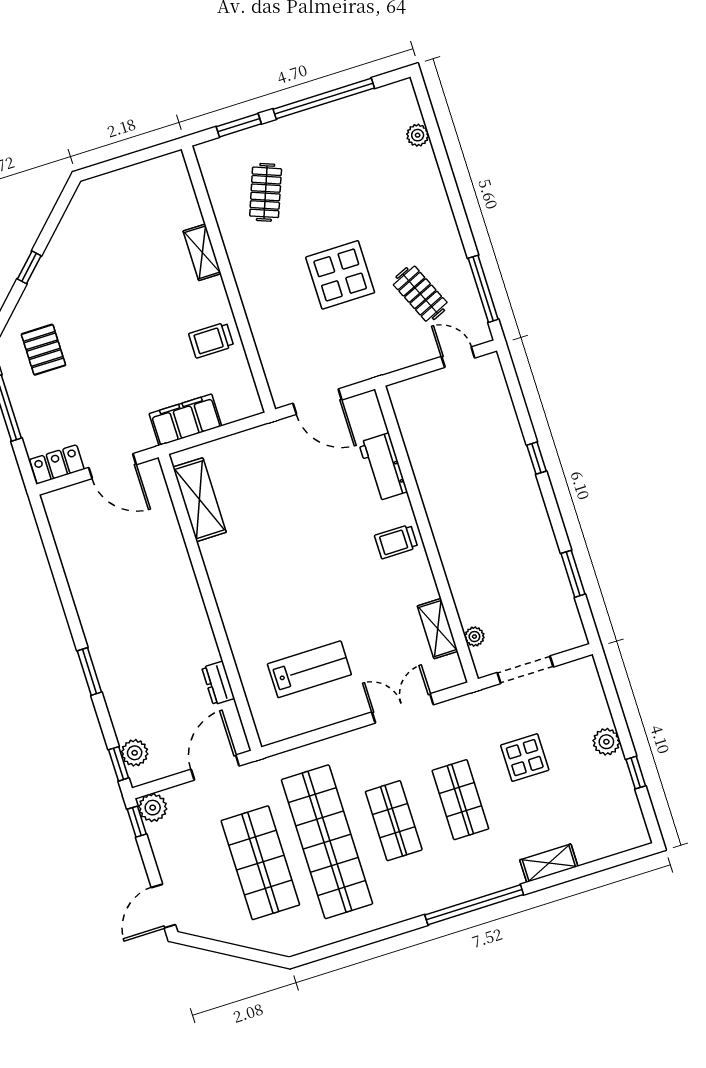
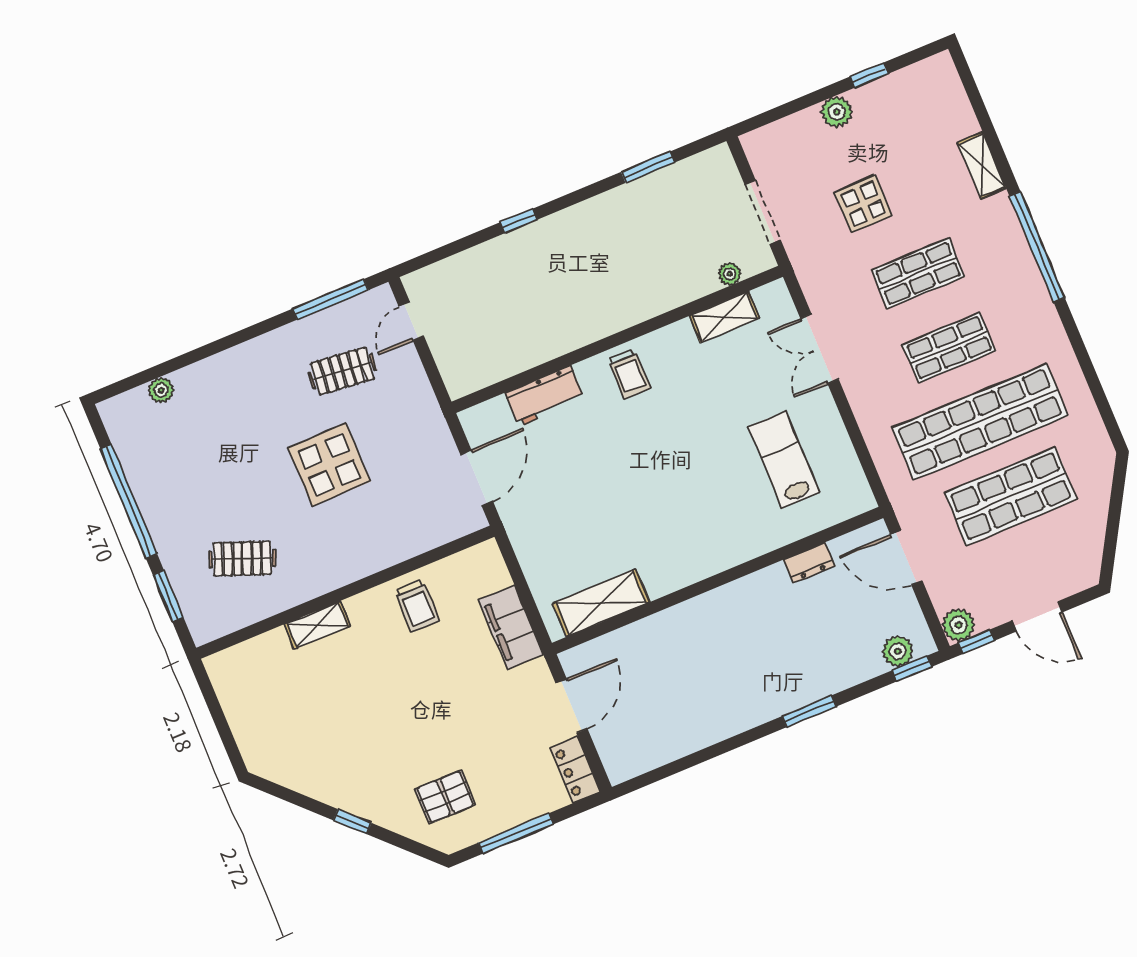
clothes rail: (420, 294) -> (342, 371), turned 30
door: (163, 906) -> (1037, 616), moved

